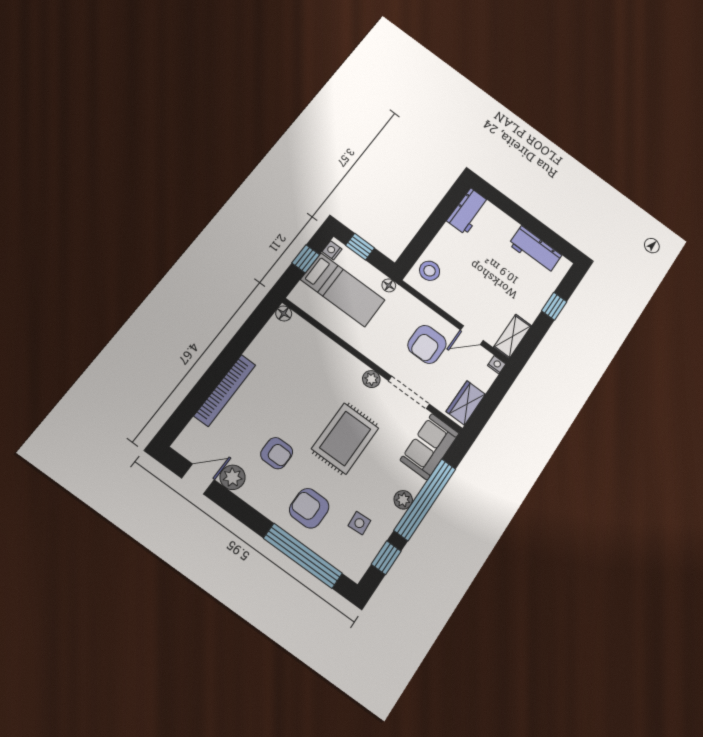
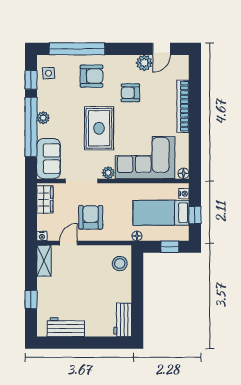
nightstand: (332, 250) -> (184, 194), moved
corner sofa: (315, 364) -> (145, 158), added
side table: (359, 523) -> (49, 73), moved

